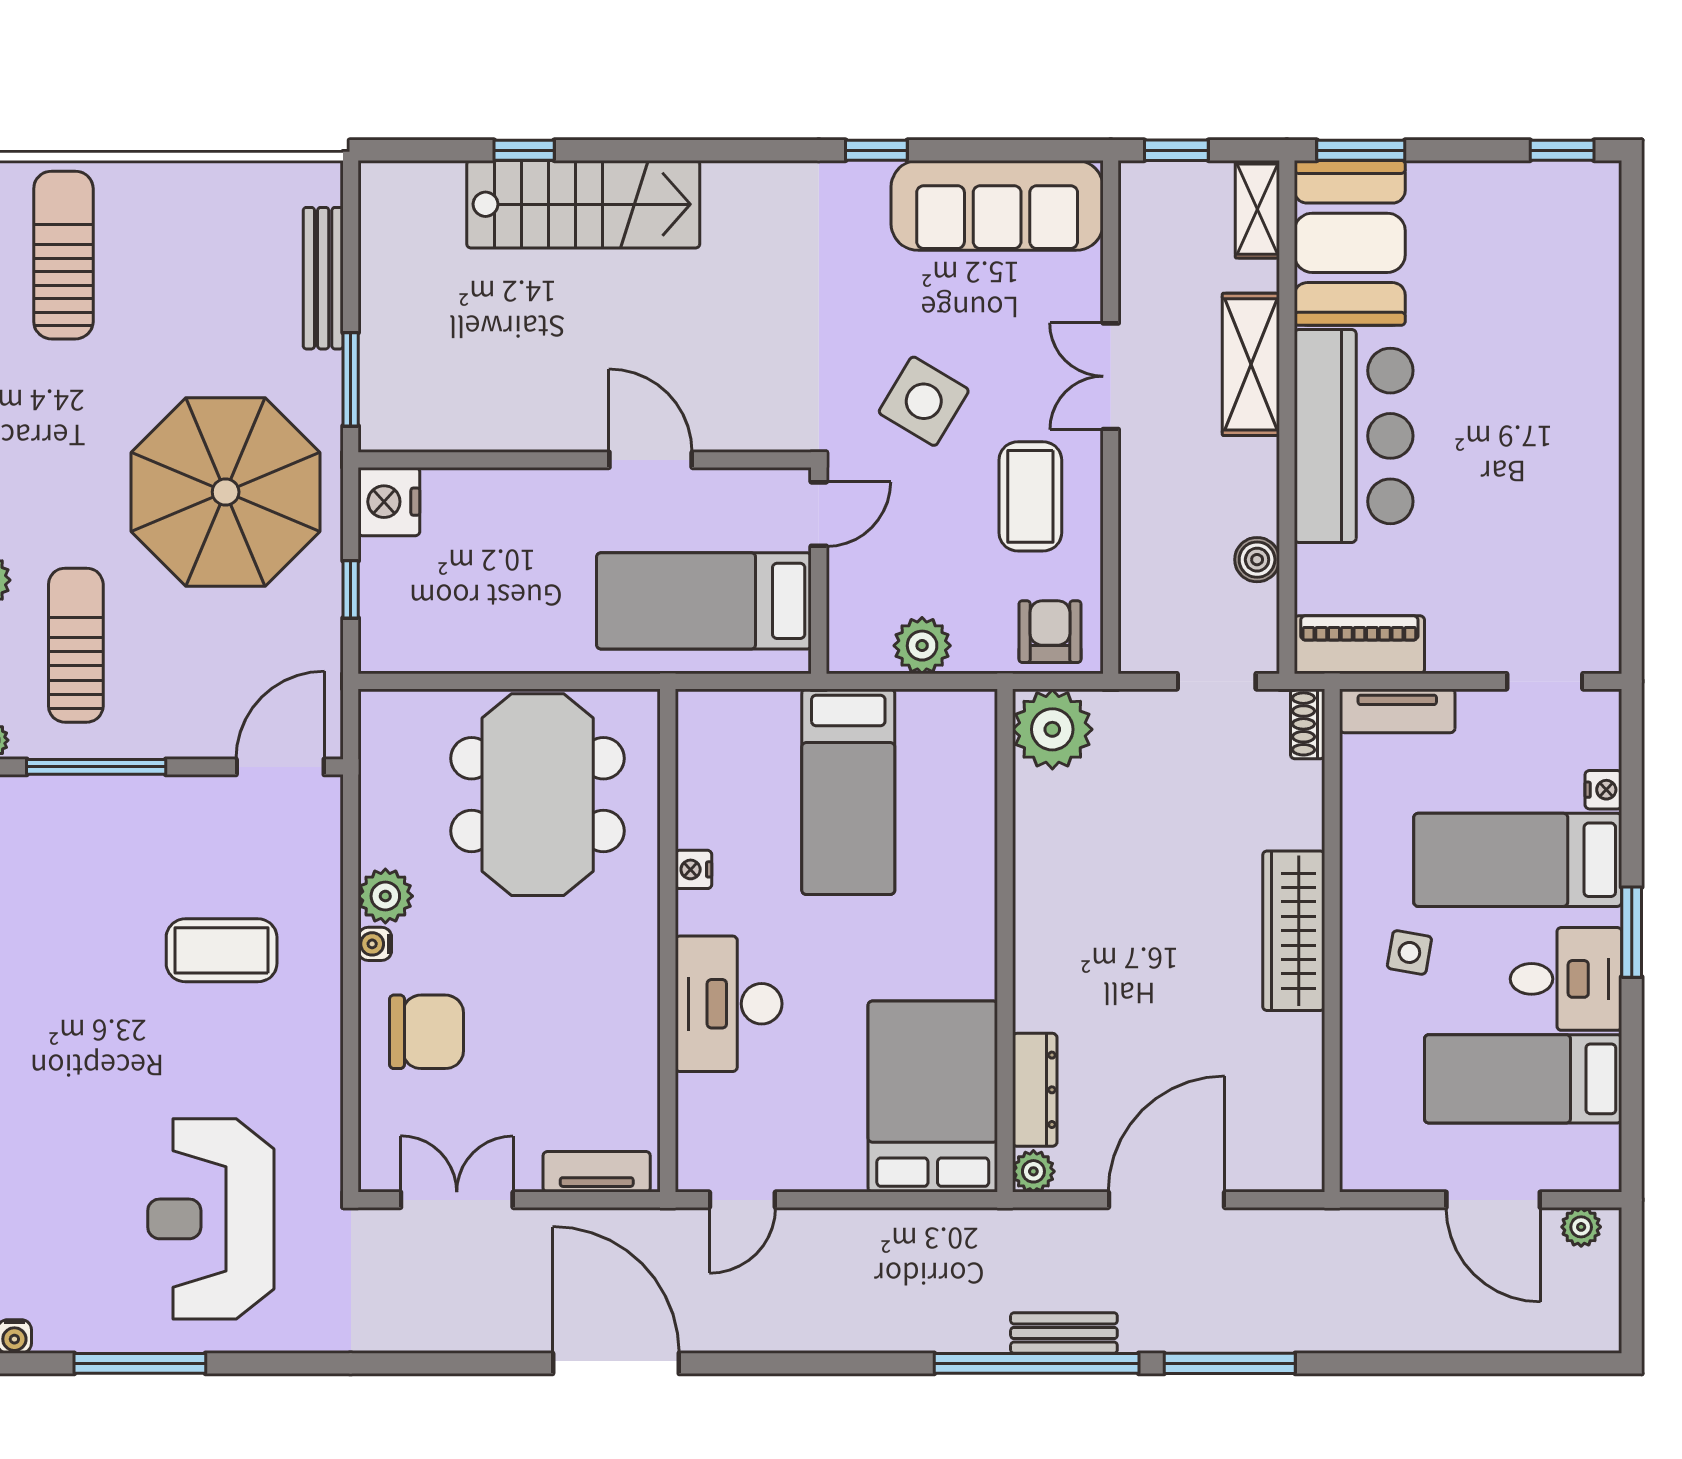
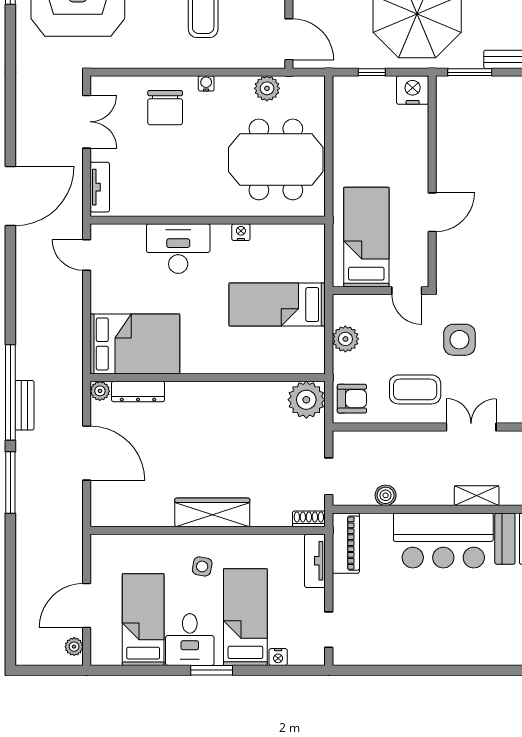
shelving: (1251, 364) -> (477, 496), width x0.67, depth x0.75
side table: (924, 401) -> (459, 340), turned -31
plant: (385, 896) -> (267, 88), moved

